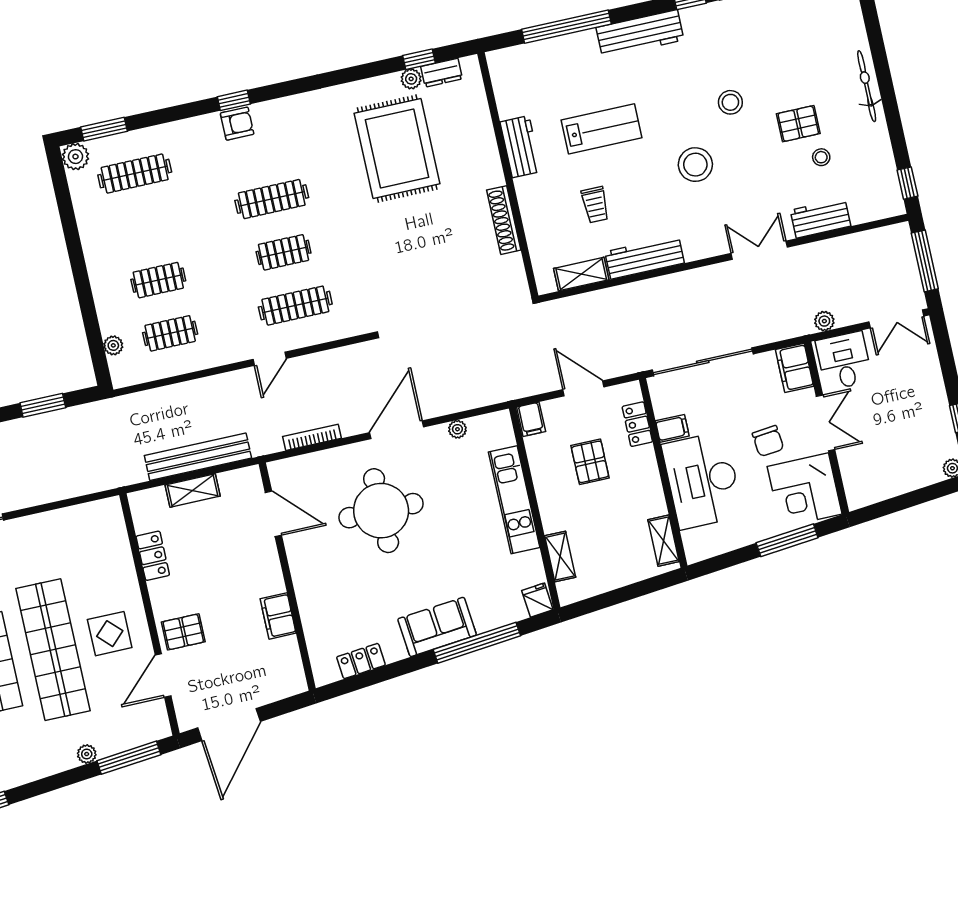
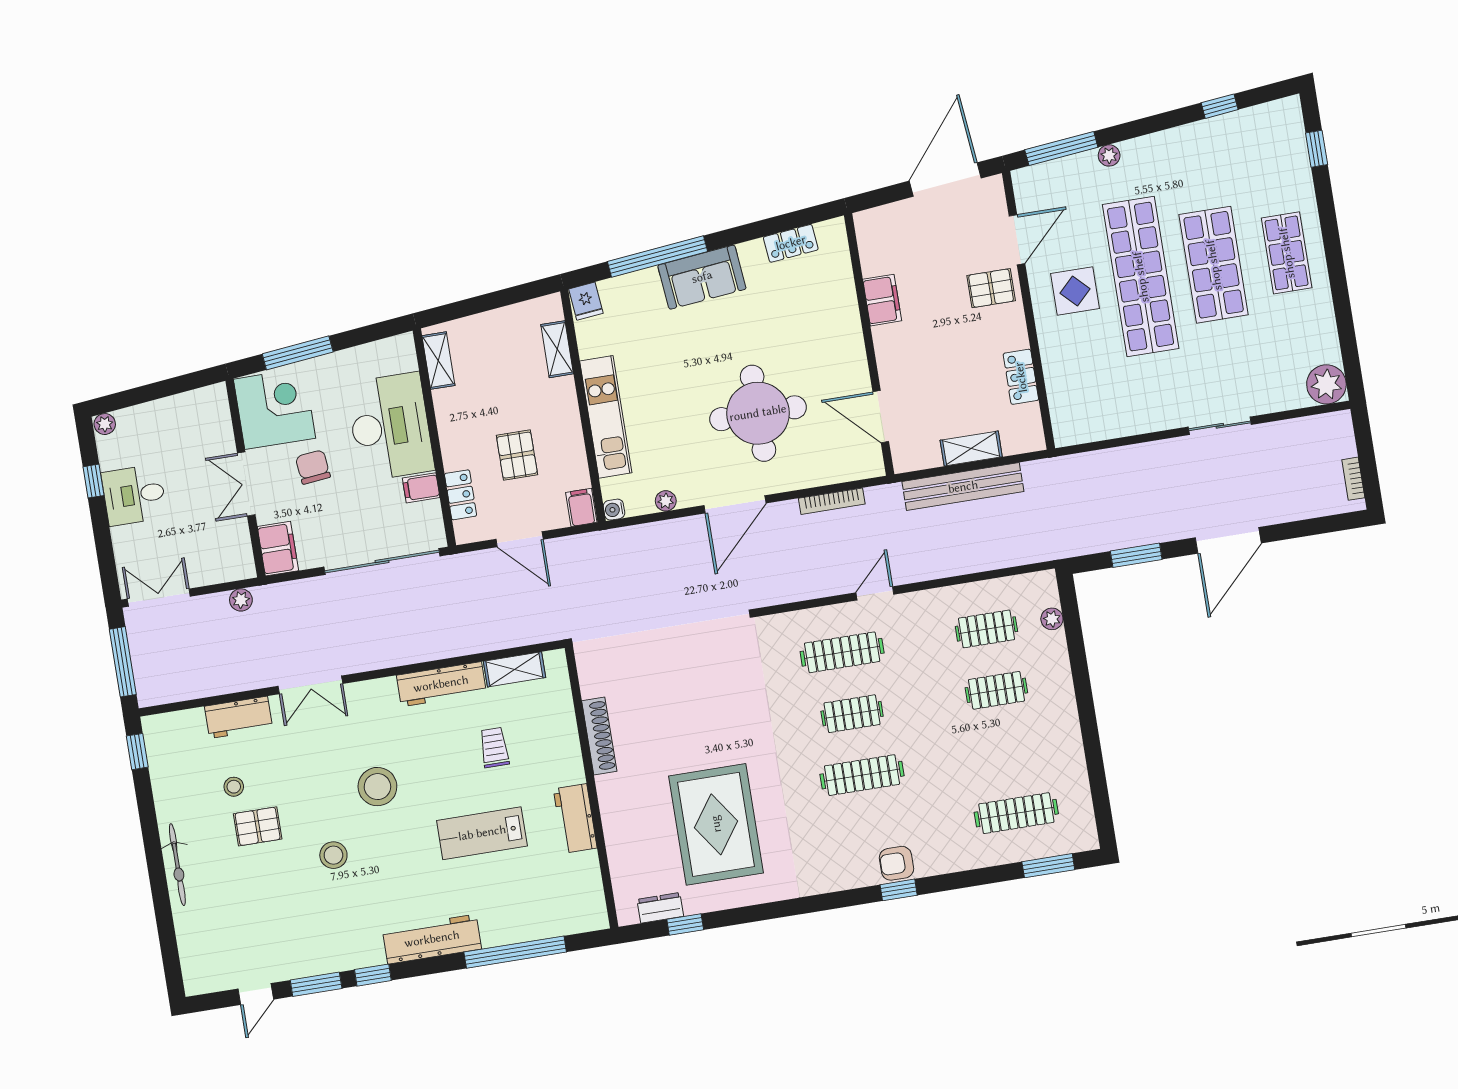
plant: (411, 79) -> (695, 903), removed
plant: (76, 157) -> (1083, 836), removed
desk: (844, 361) -> (134, 495), moved, turned 90
water cooler: (502, 419) -> (614, 510), added

